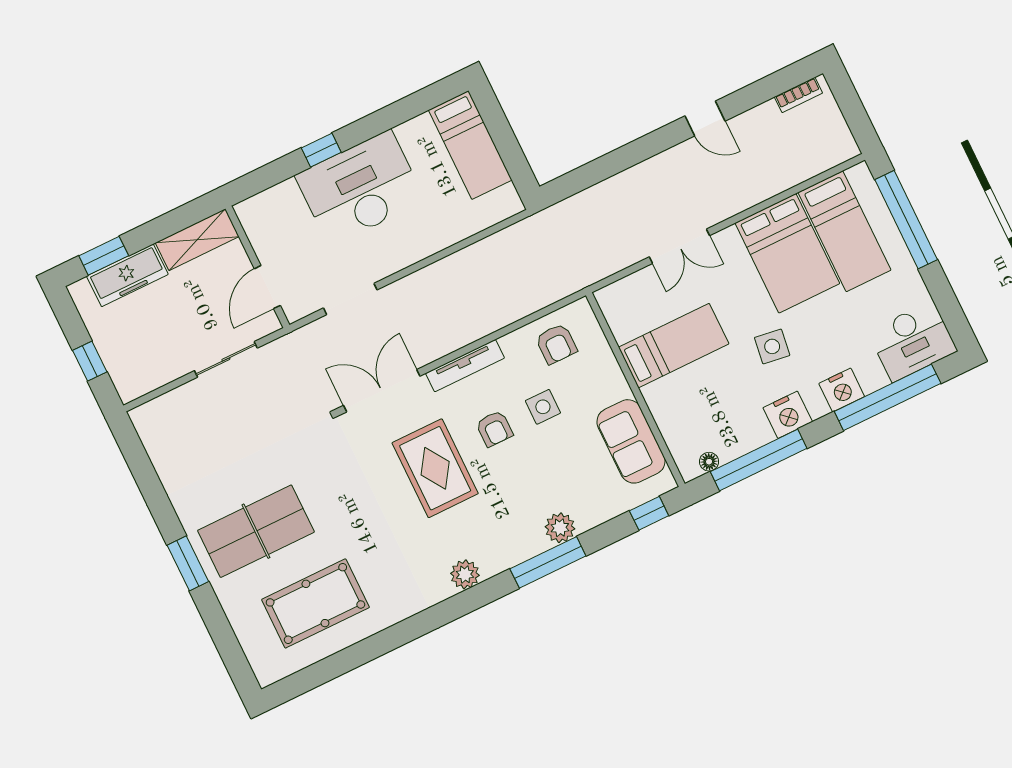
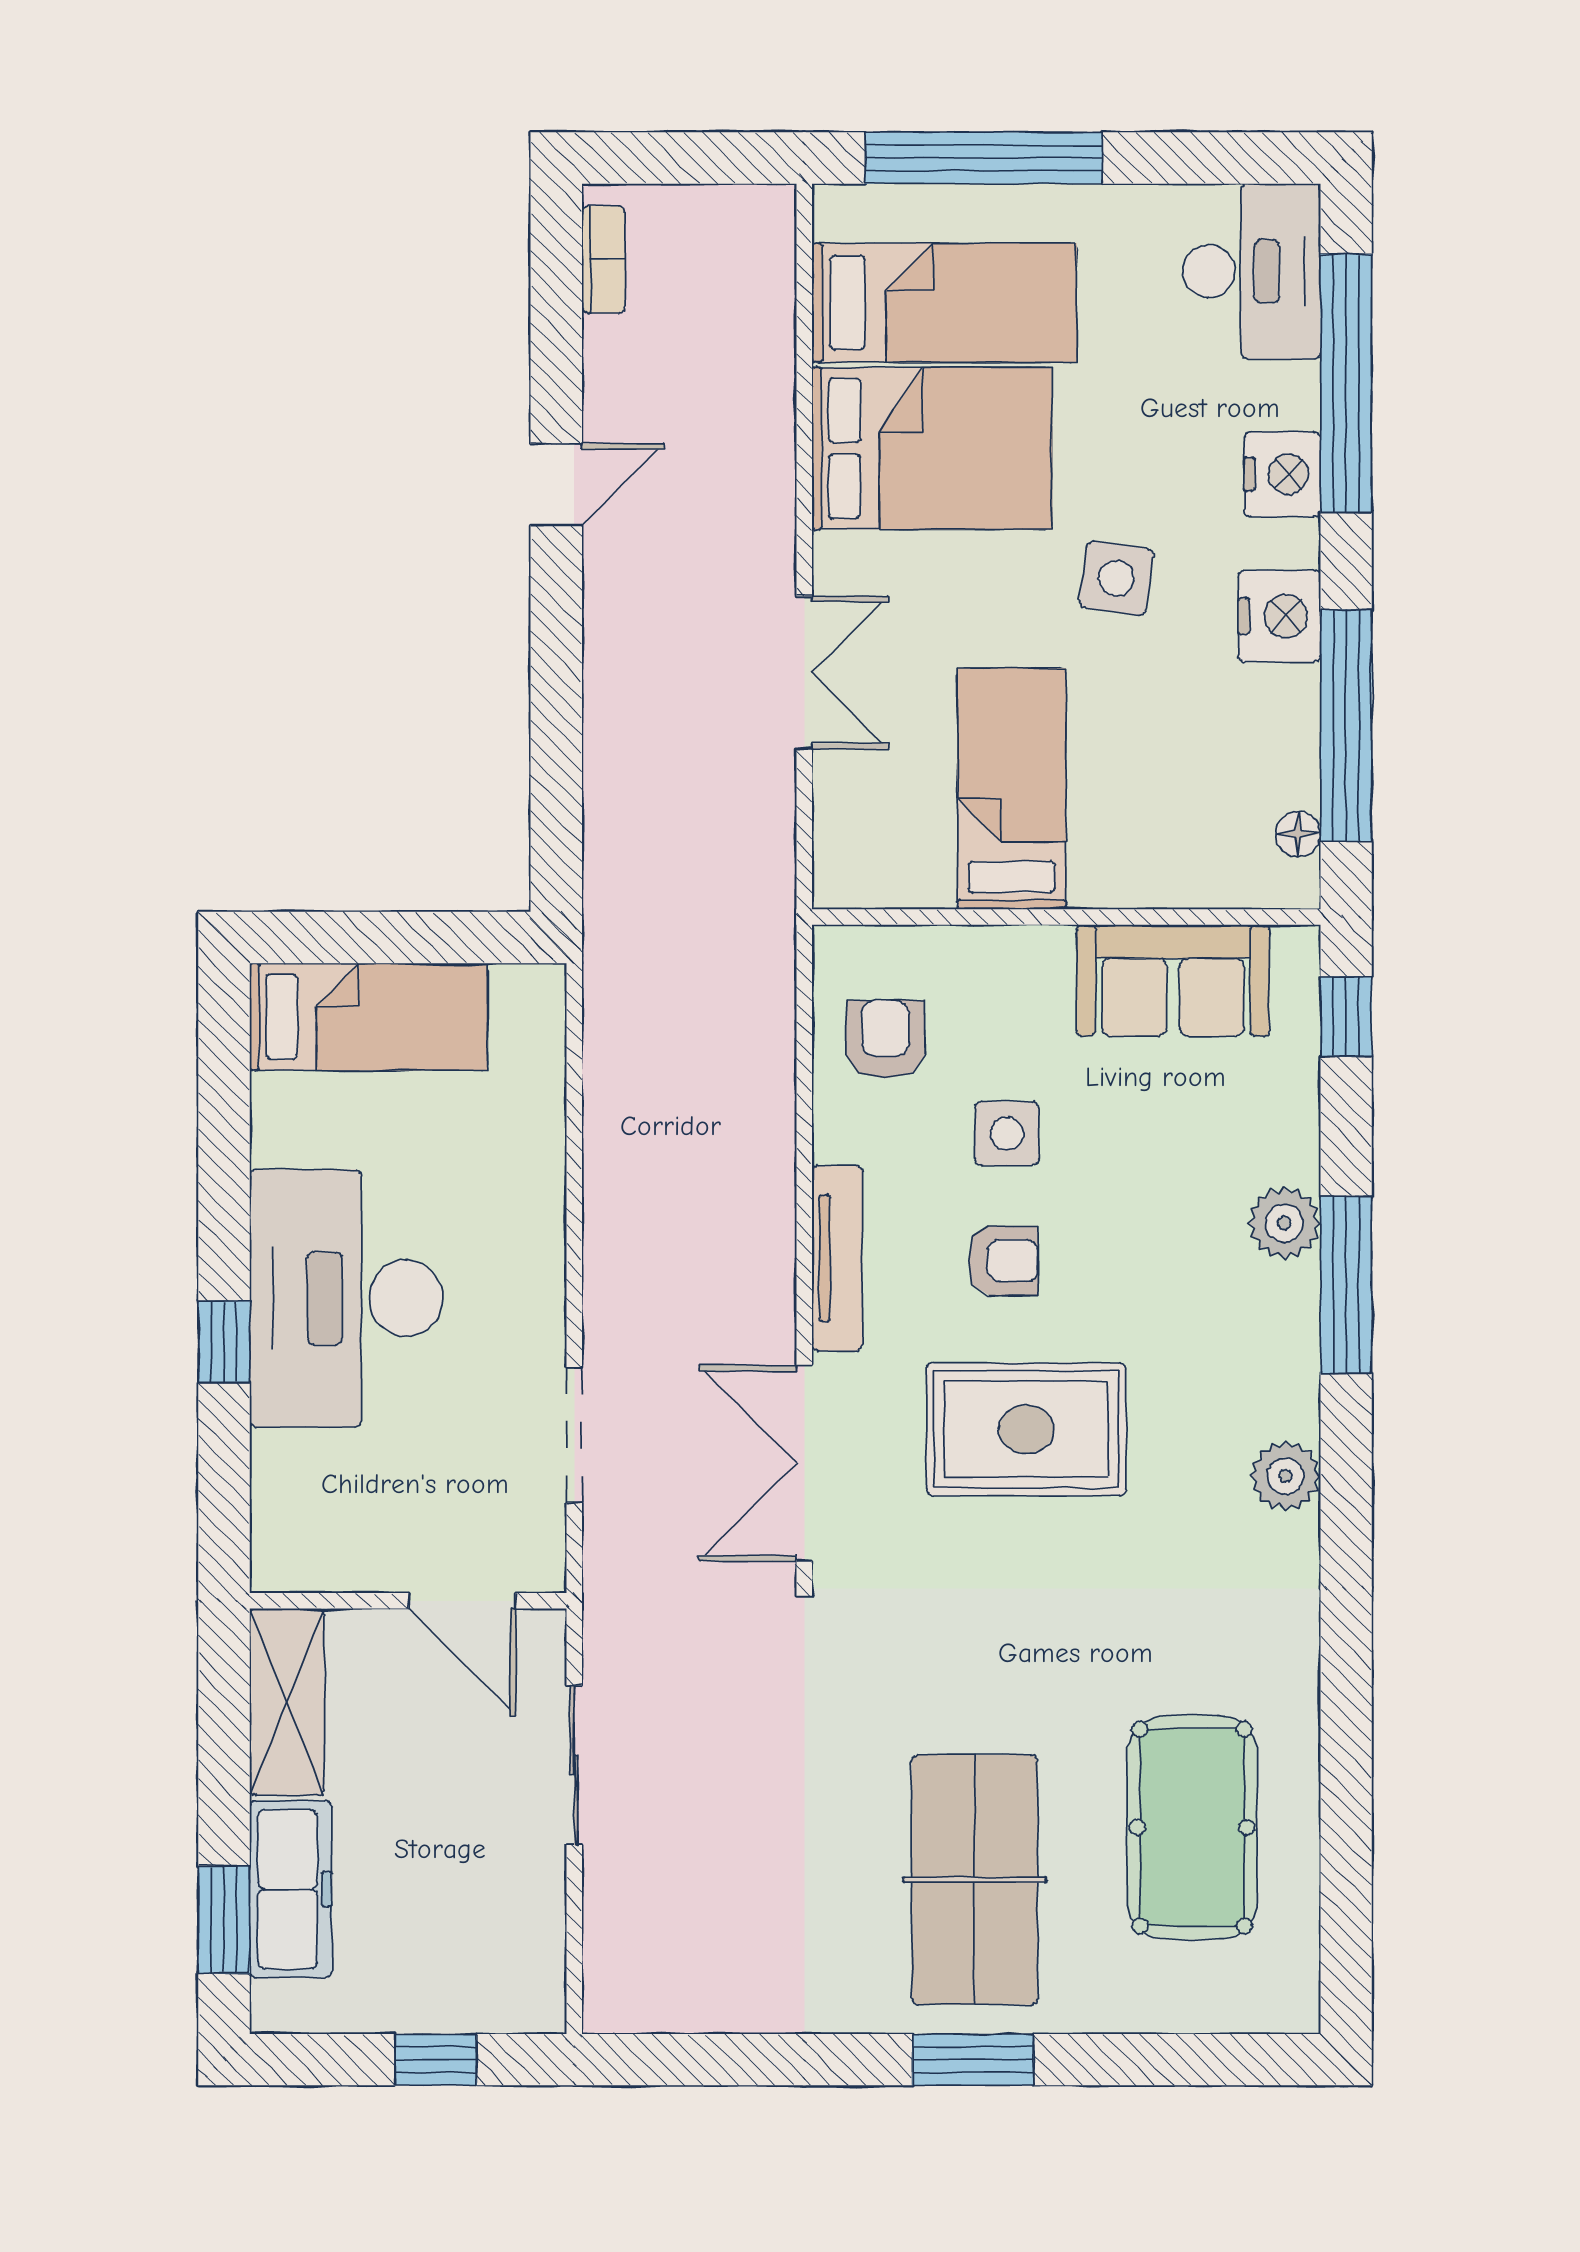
armchair: (556, 344) -> (885, 1039), turned -90

